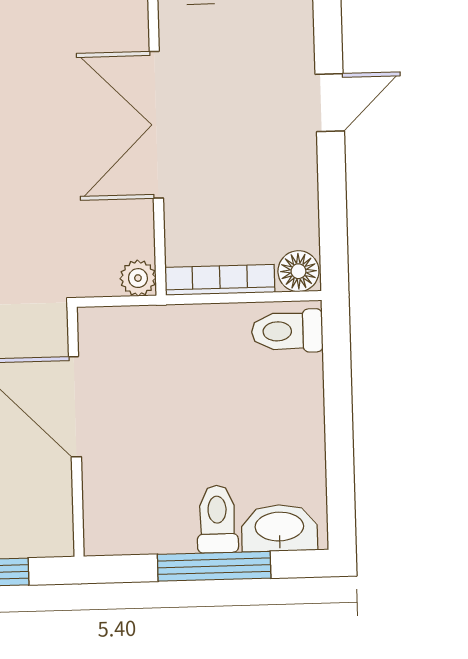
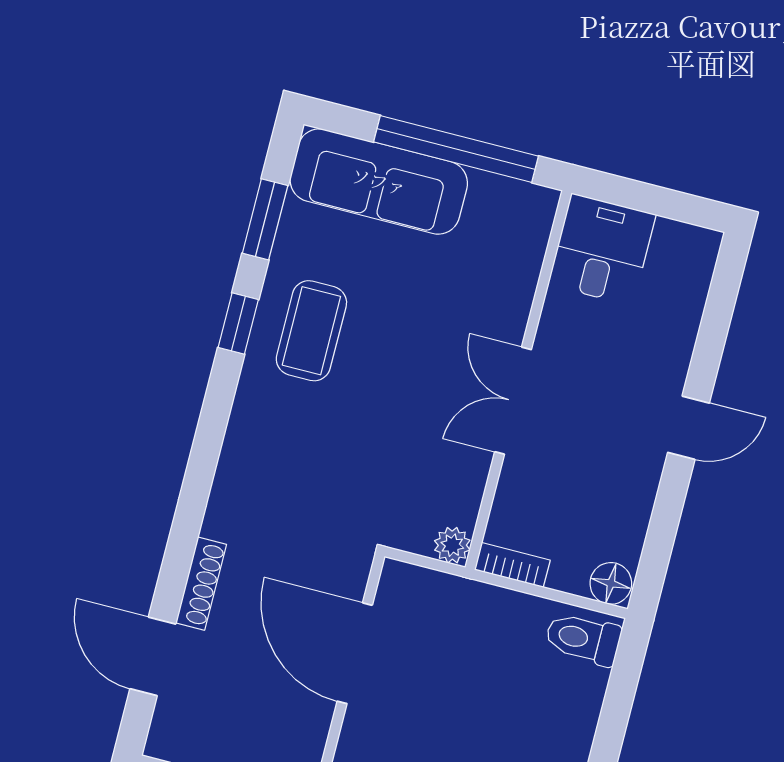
double door: (156, 125) -> (513, 401), width x0.73
bookcase: (220, 280) -> (512, 565), width x0.64

